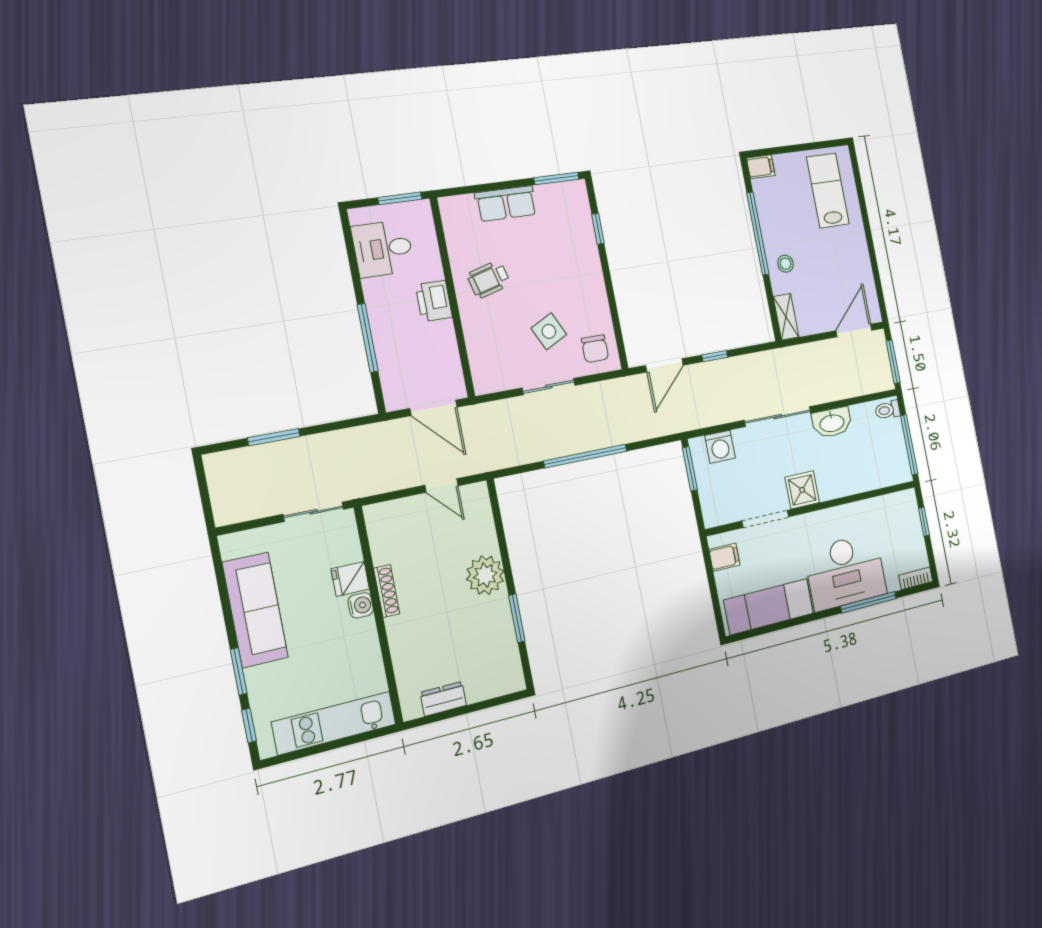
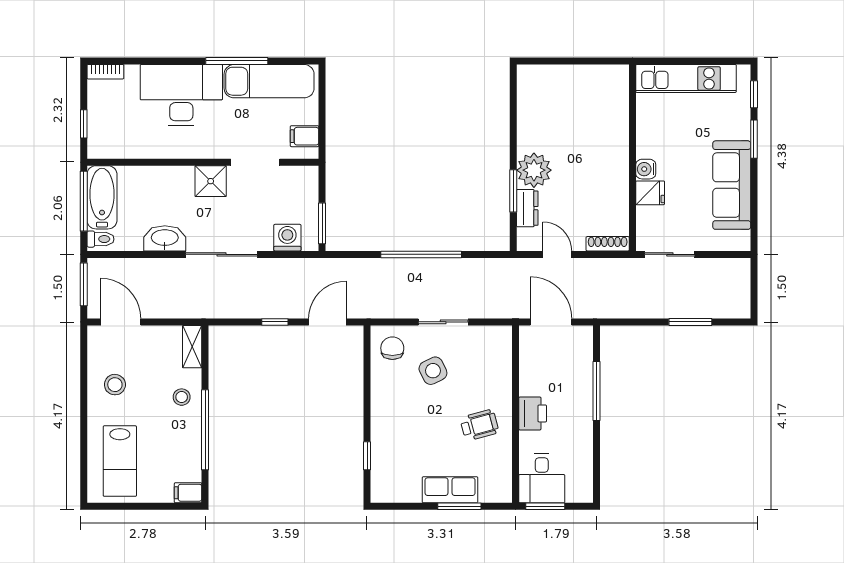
window: (556, 178) -> (459, 506), moved
desk: (383, 249) -> (542, 478), moved, turned 90
stool: (847, 267) -> (115, 385), added
door: (854, 330) -> (121, 322), swing flipped
bathtub: (894, 452) -> (102, 197), added
shoe rack: (387, 591) -> (608, 244), moved, turned 90
window: (869, 602) -> (237, 61), moved
window: (517, 618) -> (513, 191), moved
dresser: (443, 699) -> (527, 208), moved, turned -90

